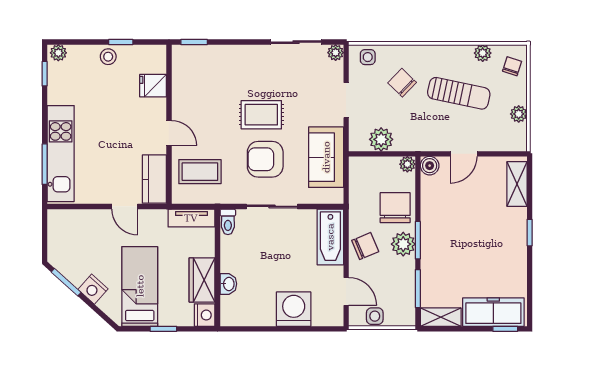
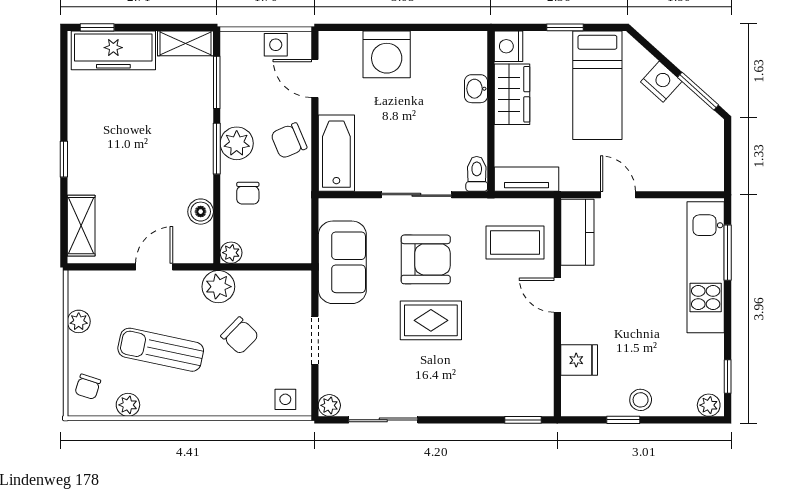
chair: (402, 83) -> (240, 336), moved
plant: (381, 139) -> (218, 287), moved
boiler: (430, 166) -> (201, 212), moved
chair: (395, 208) -> (248, 193), width x0.54, depth x0.54

